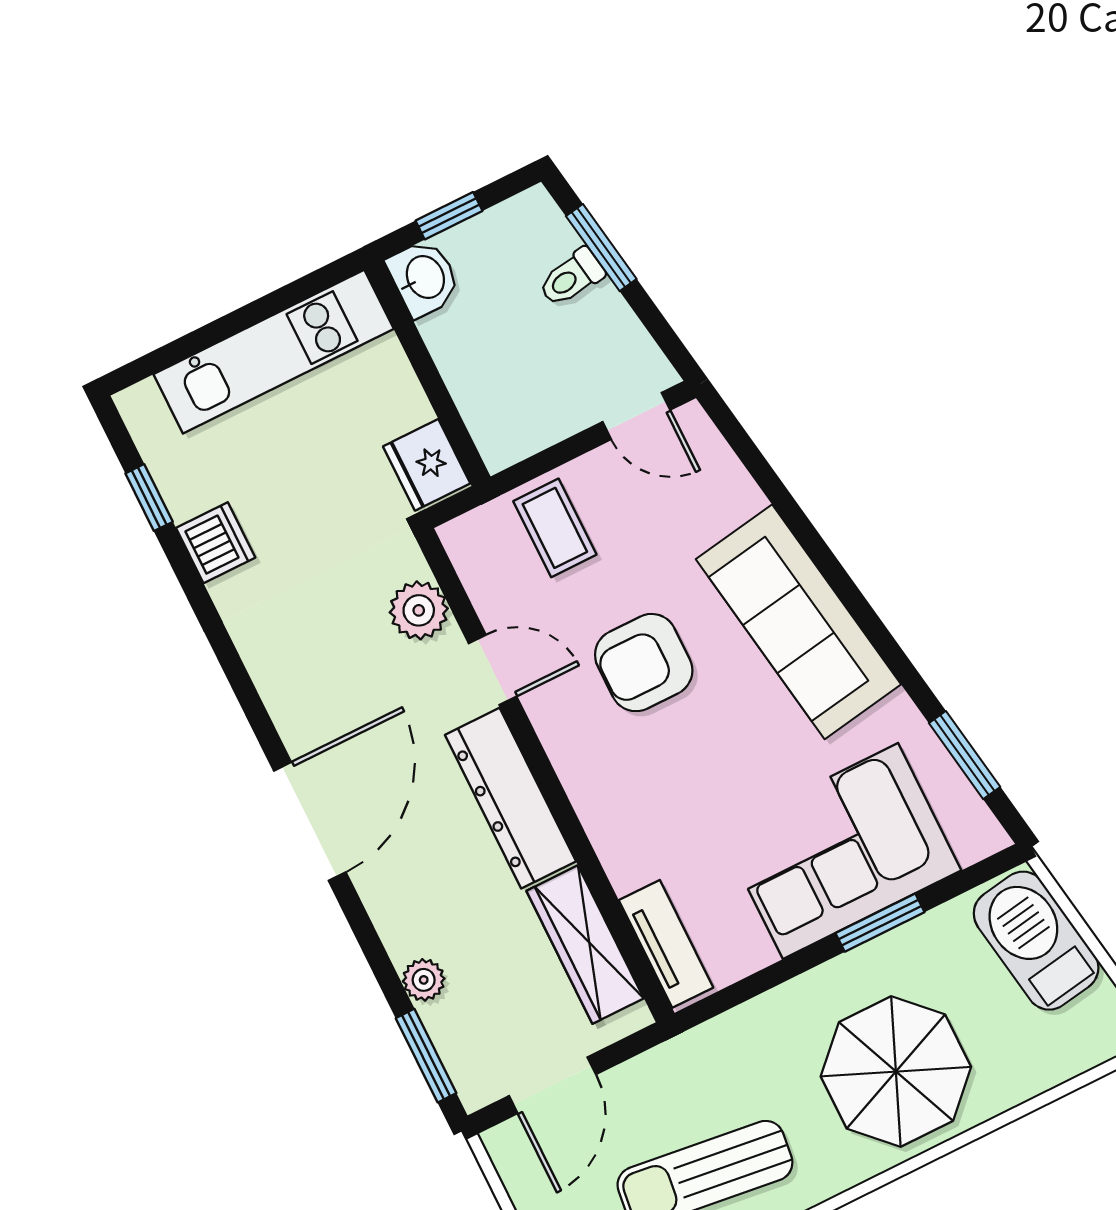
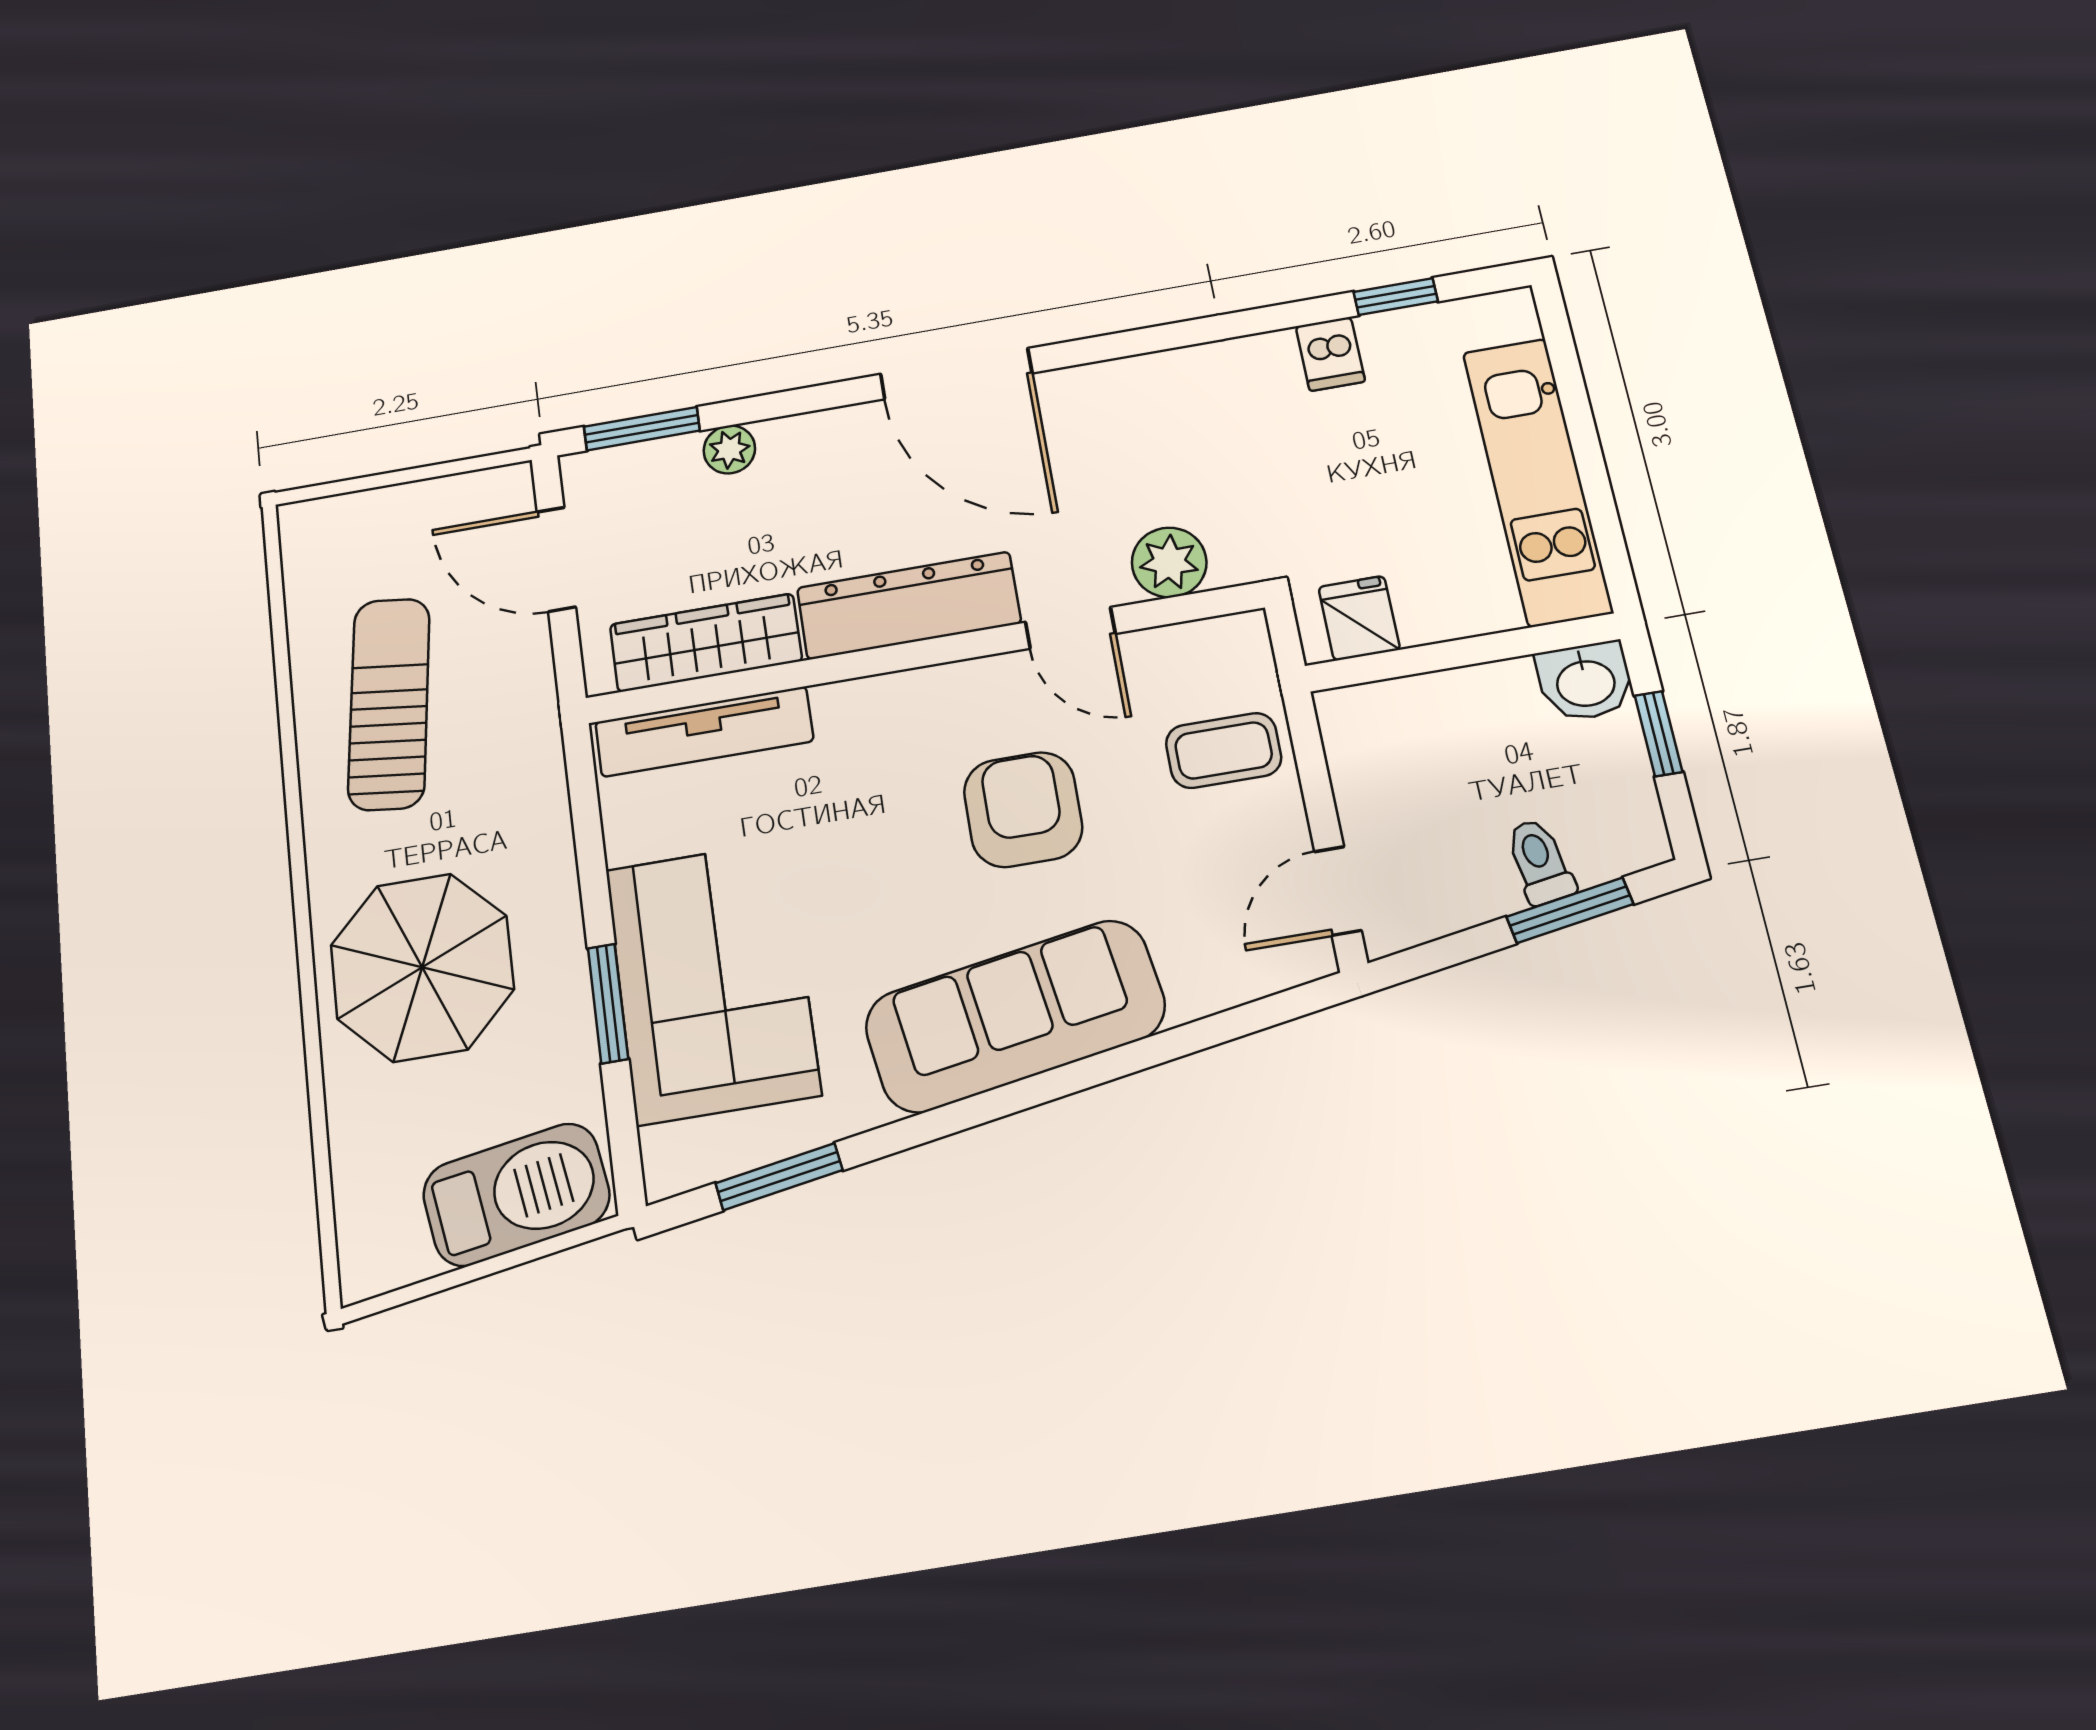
fridge: (427, 465) -> (1359, 618), width x0.72
dishwasher: (216, 543) -> (1330, 354), width x0.73
door: (493, 670) -> (1070, 628), hinge flipped
tv unit: (666, 944) -> (704, 732), width x1.41

